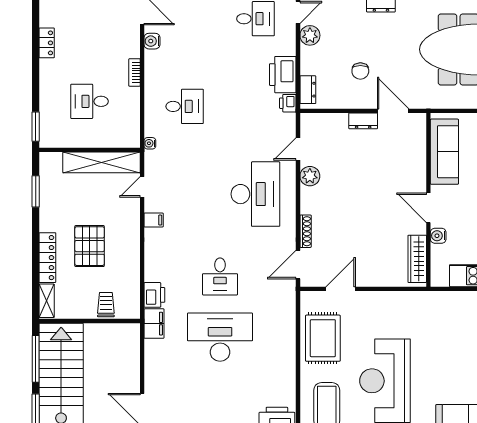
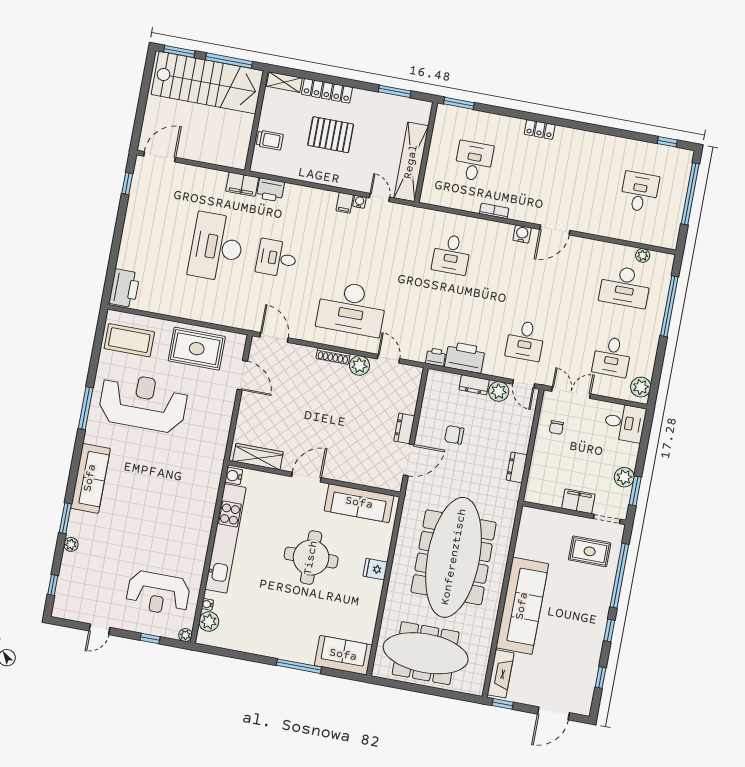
dresser: (308, 90) -> (474, 385), moved
water cooler: (150, 143) -> (359, 202), moved
shoe rack: (306, 231) -> (333, 356), moved
water cooler: (438, 236) -> (234, 476), moved, turned -90
desk: (220, 337) -> (217, 247), turned 180

